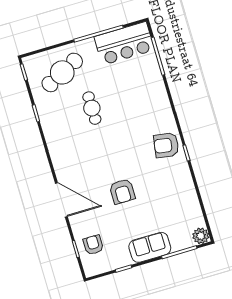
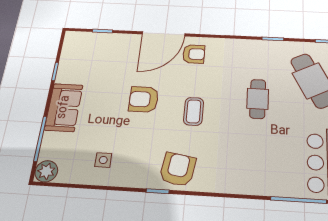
cafe table: (92, 108) -> (258, 99), turned 90
coffee table: (119, 151) -> (194, 111), added
side table: (178, 200) -> (103, 160), added
armchair: (93, 245) -> (194, 54), moved

